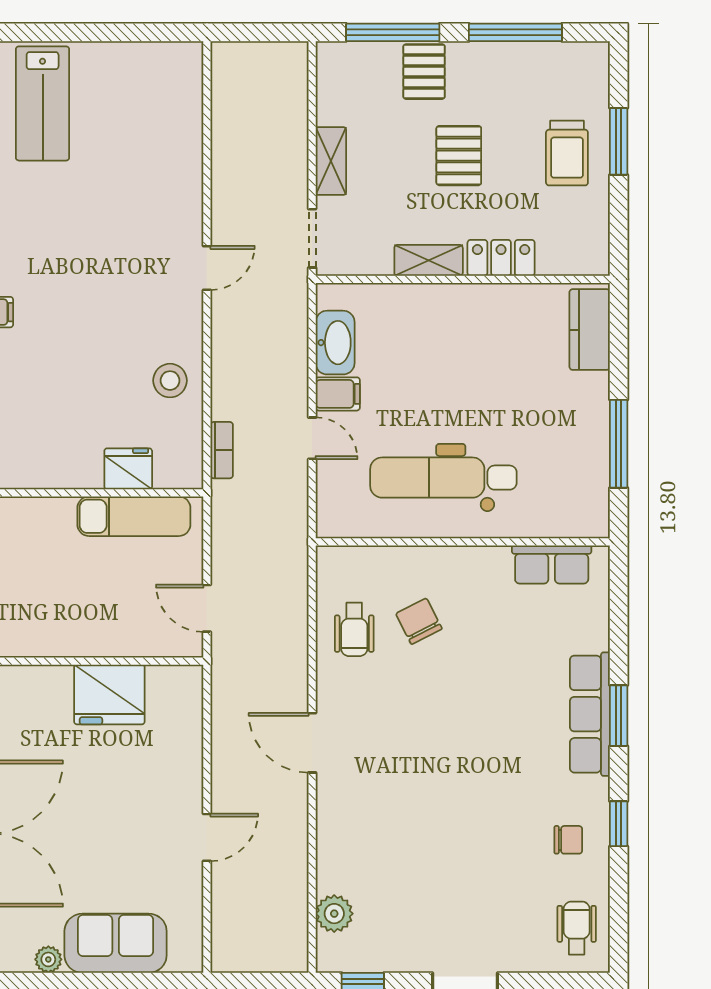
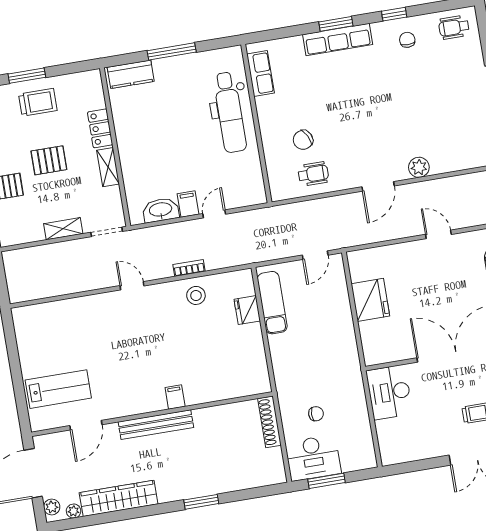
window: (619, 444) -> (172, 51), moved
bookcase: (222, 450) -> (189, 268), moved
dental chair: (443, 478) -> (230, 112), moved
plant: (334, 914) -> (419, 167), moved

